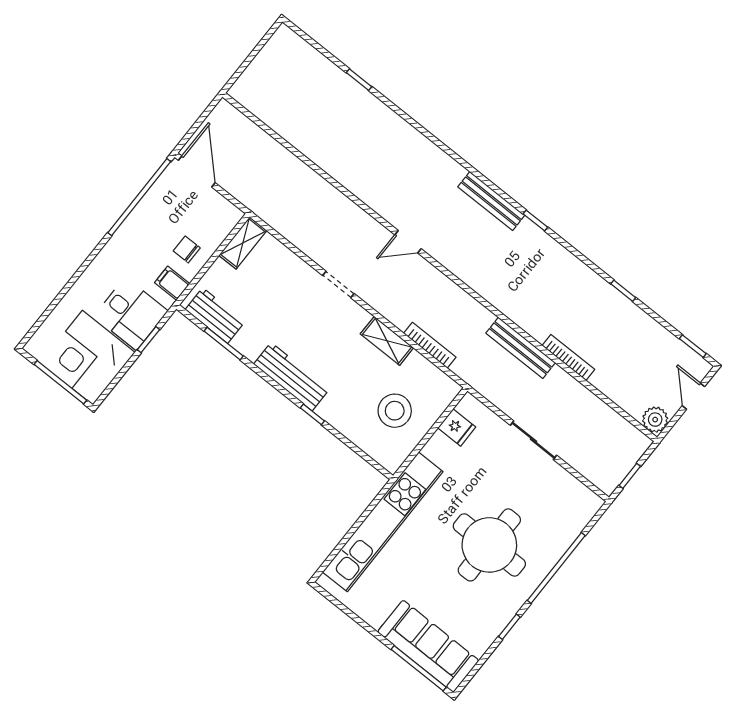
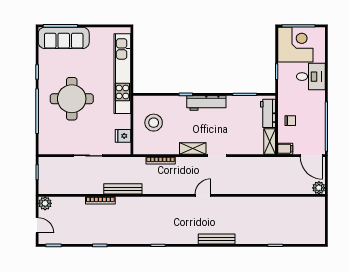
plant: (224, 114) -> (319, 188), added
bench: (491, 201) -> (217, 239), moved
filing cabinet: (172, 283) -> (285, 149), moved
desk: (131, 314) -> (311, 77), moved, turned 180
workbench: (215, 316) -> (268, 113), moved, turned 90
shelving: (387, 341) -> (193, 148), moved

